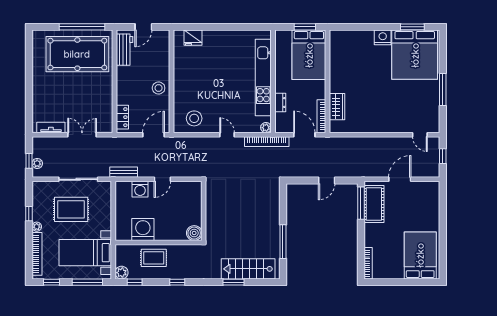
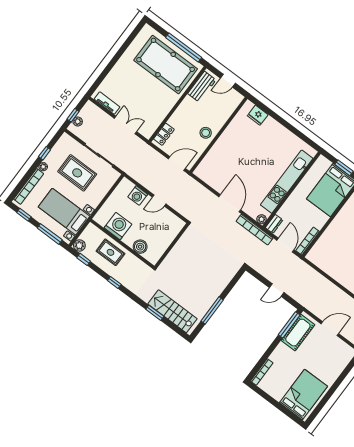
dresser: (280, 103) -> (274, 224), moved
wardrobe: (337, 107) -> (324, 243), removed
stool: (194, 118) -> (215, 174), removed
door: (227, 135) -> (230, 203), width x1.88
bench: (124, 172) -> (135, 174), removed
boiler: (194, 233) -> (140, 247), moved

